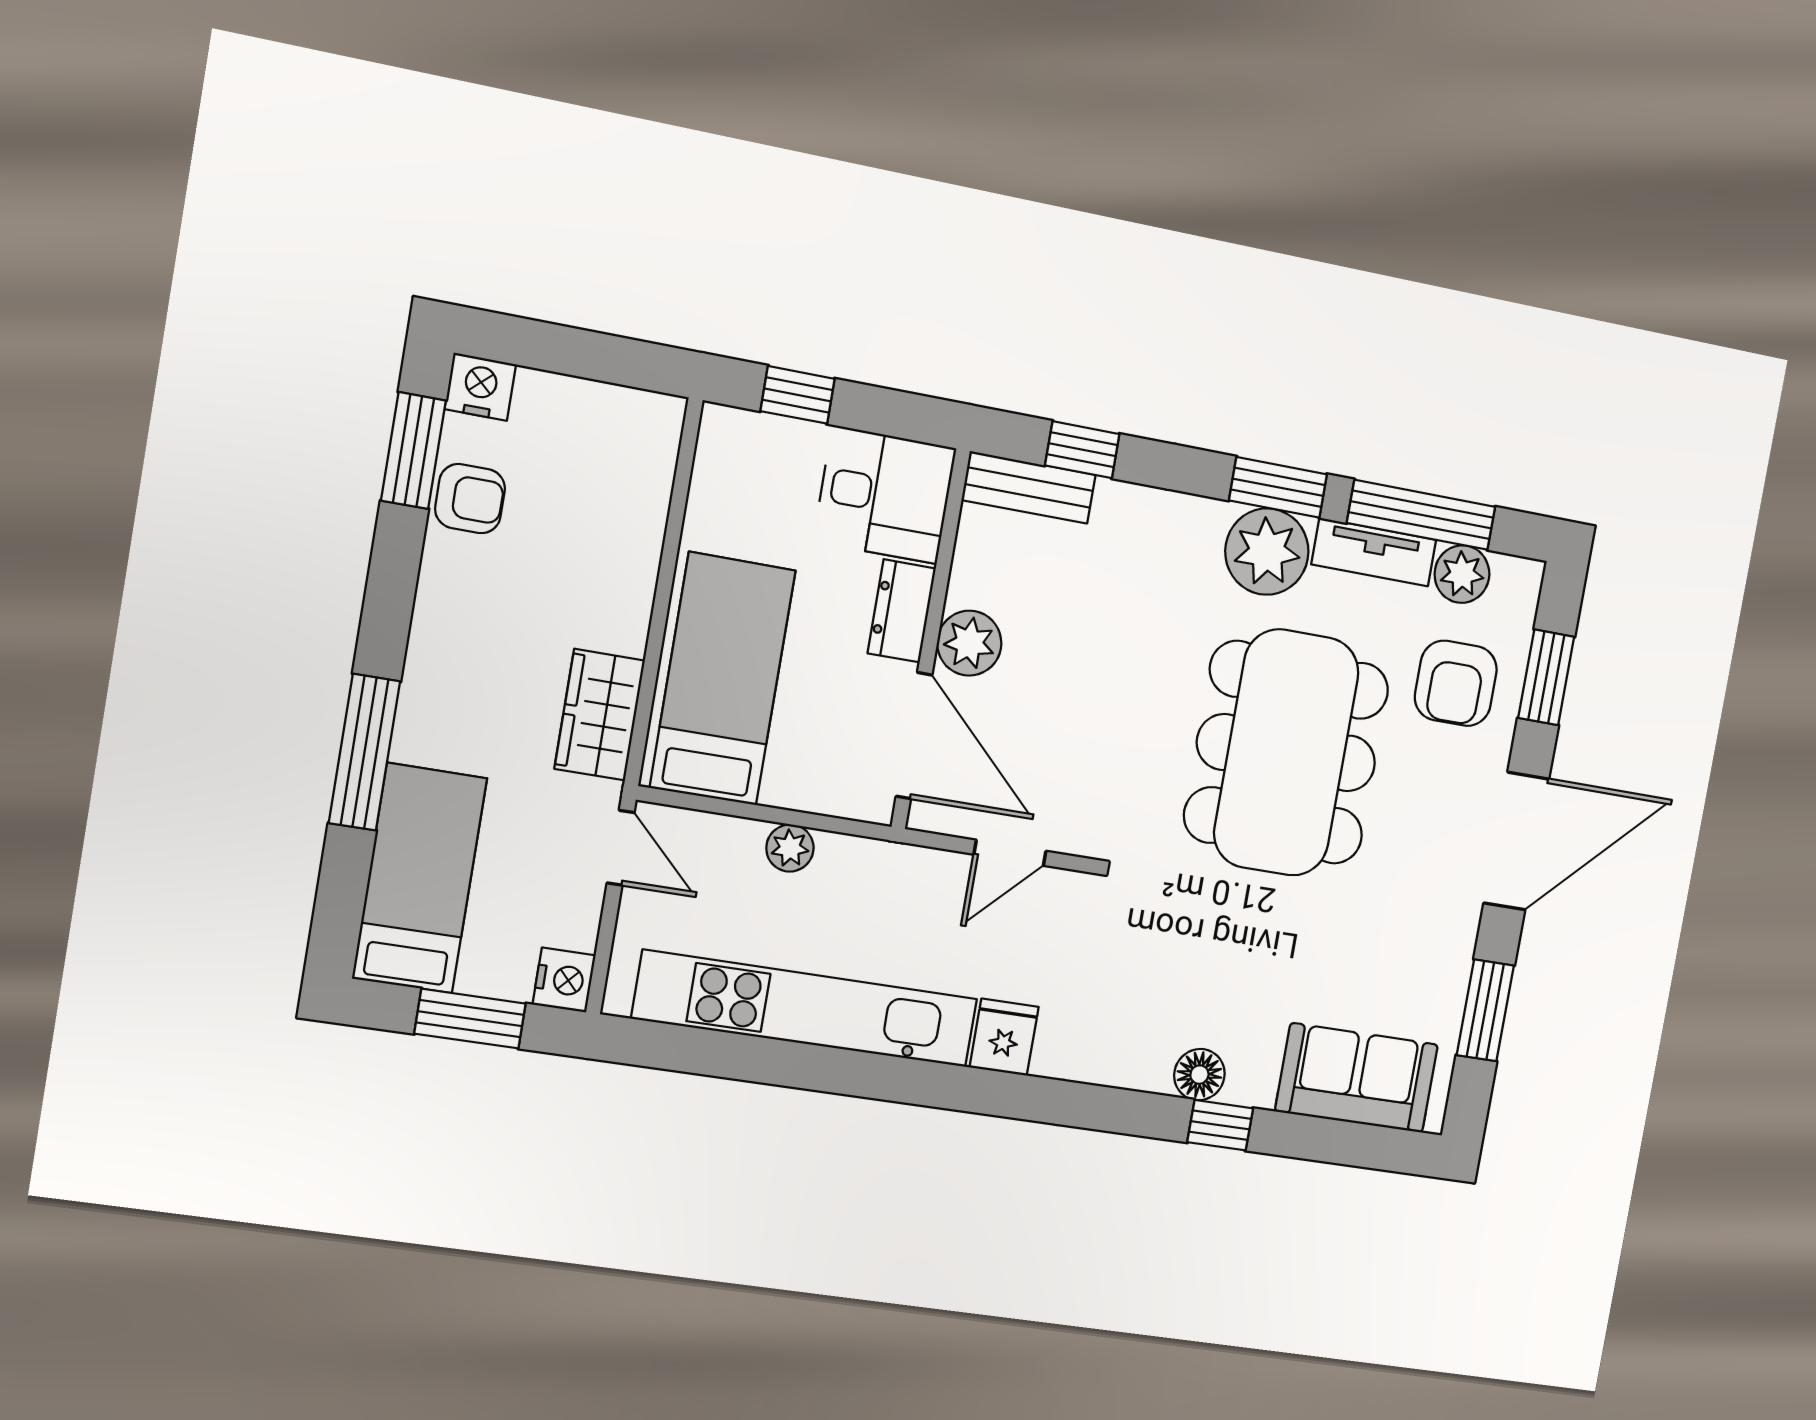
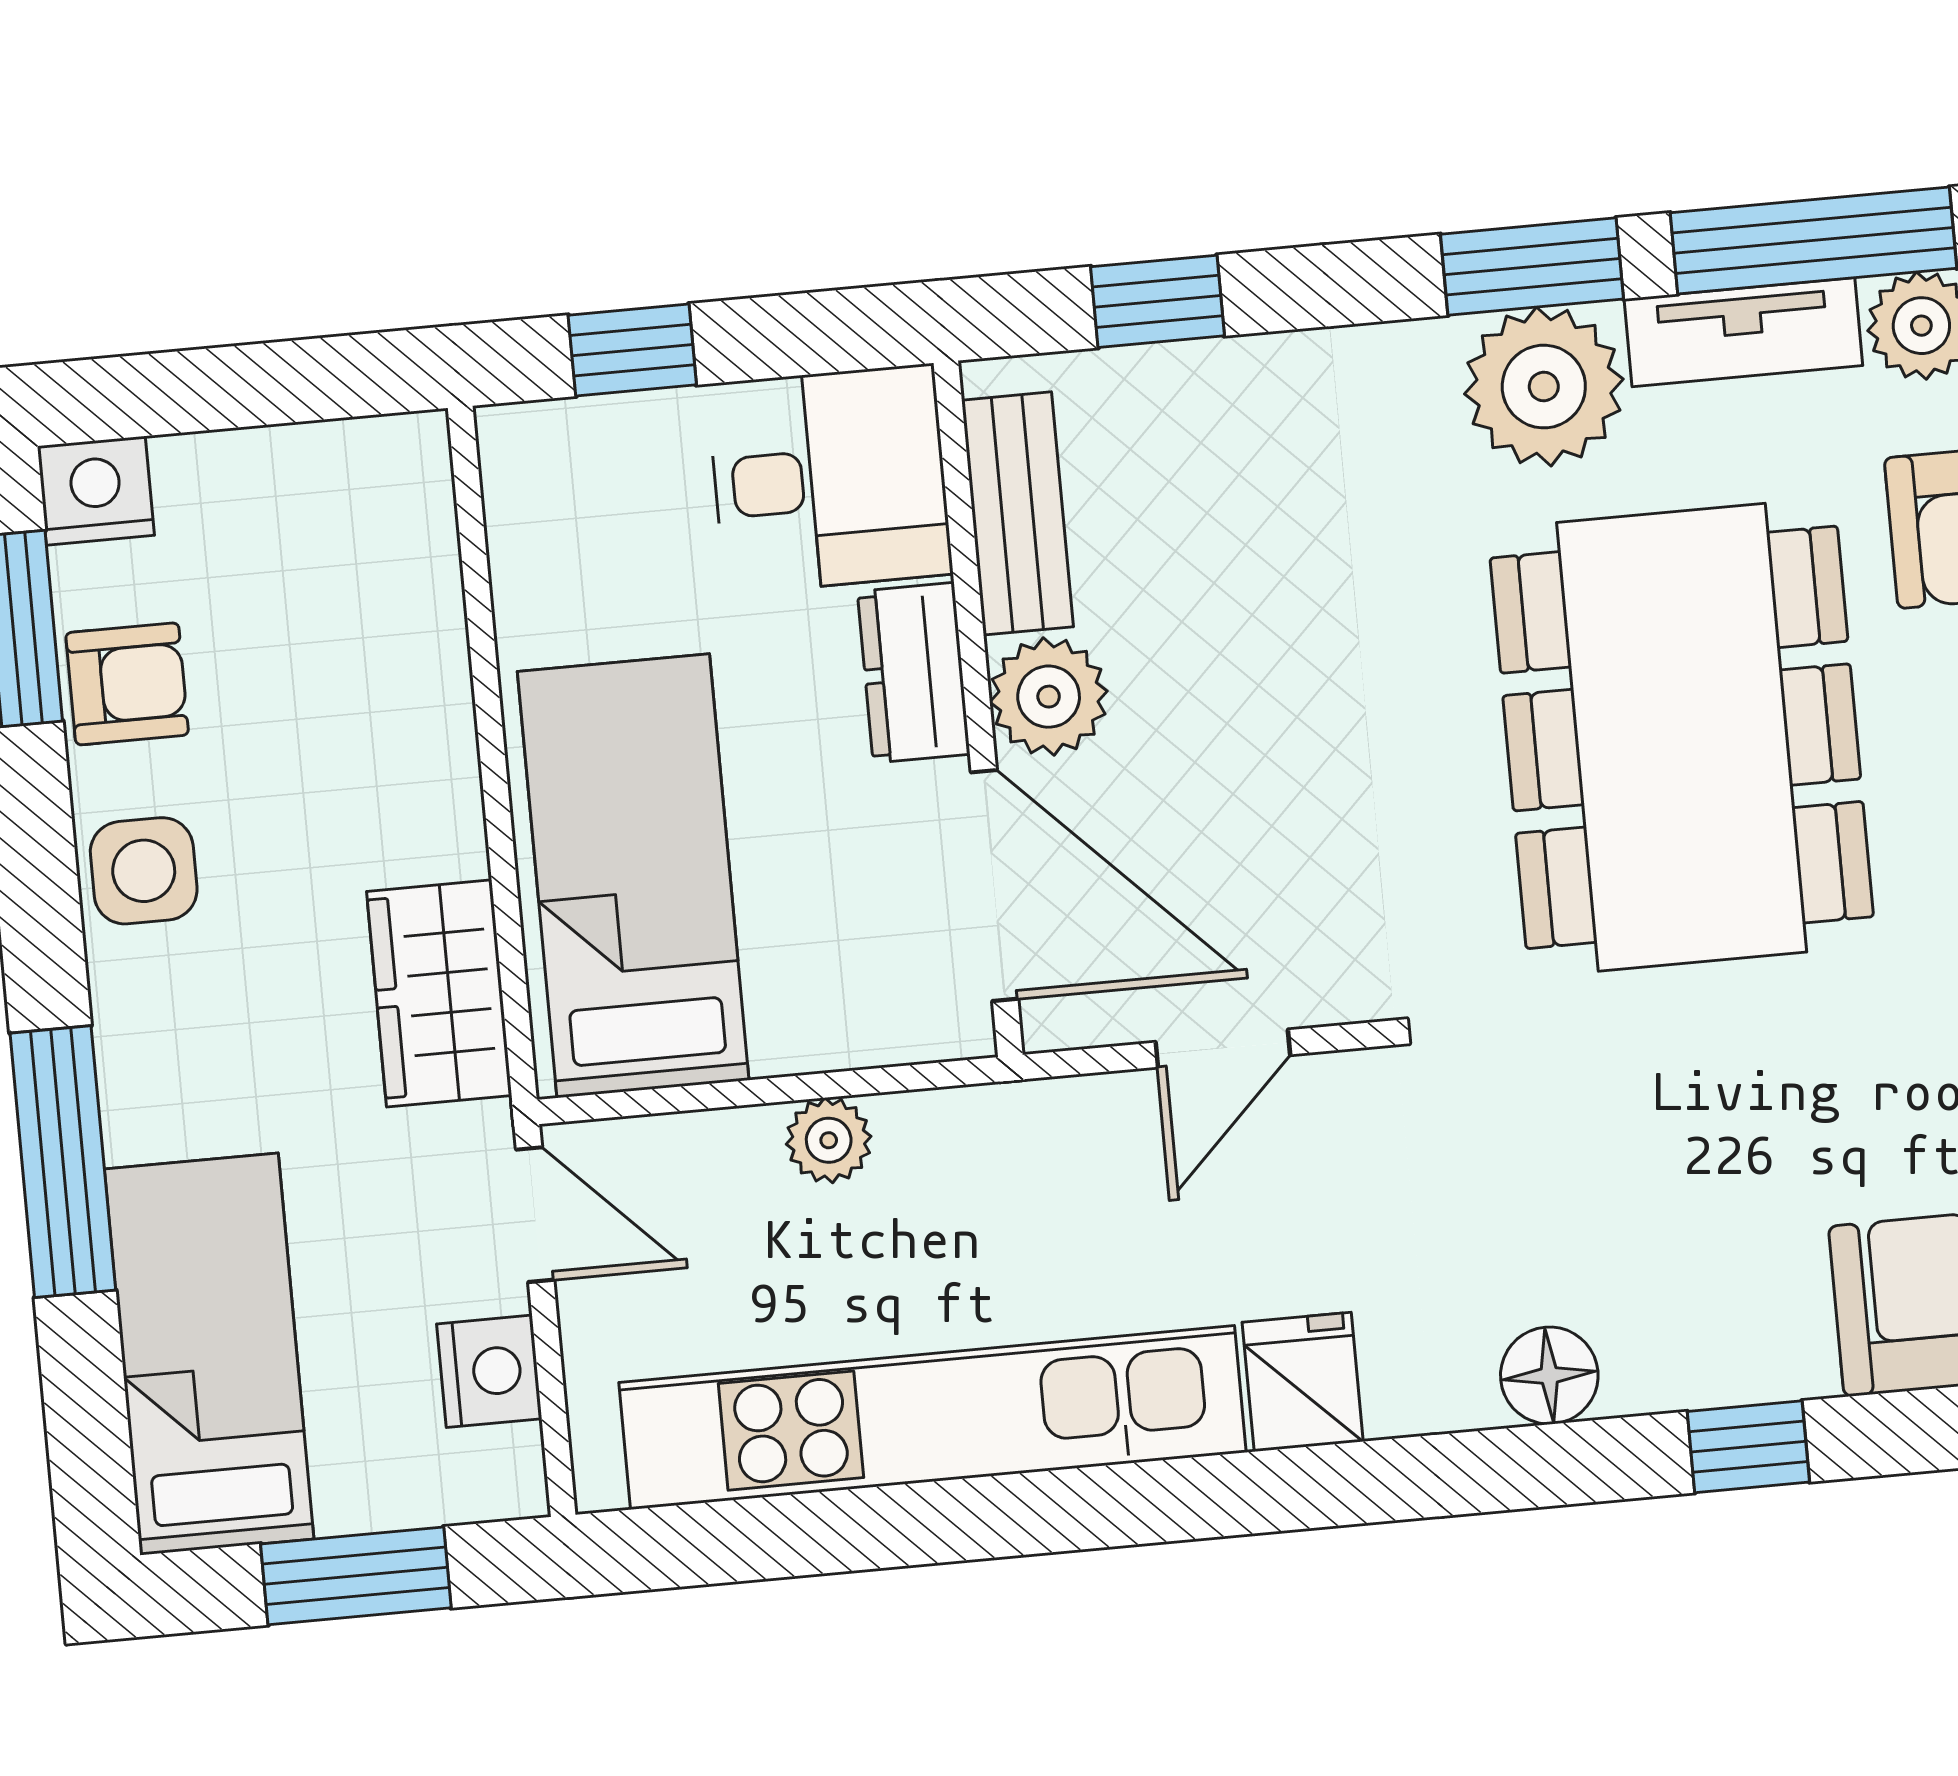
bench: (1029, 487) -> (1017, 513), moved, turned 90
side table: (452, 604) -> (144, 871), added
nightstand: (564, 980) -> (489, 1371), moved
floor lamp: (1199, 1075) -> (1549, 1375), moved

